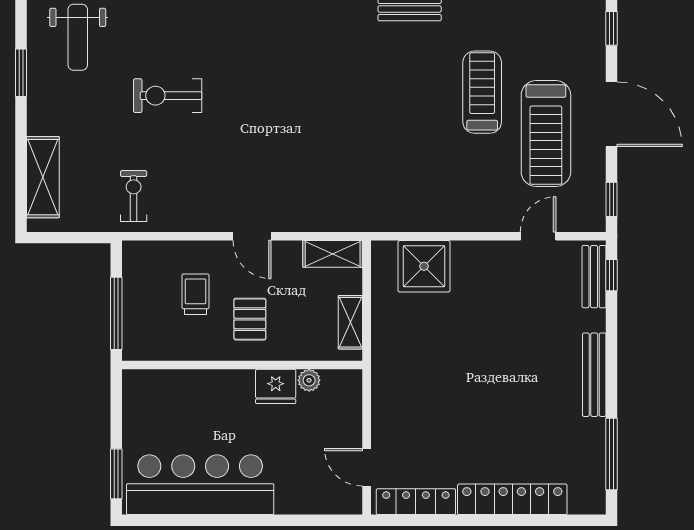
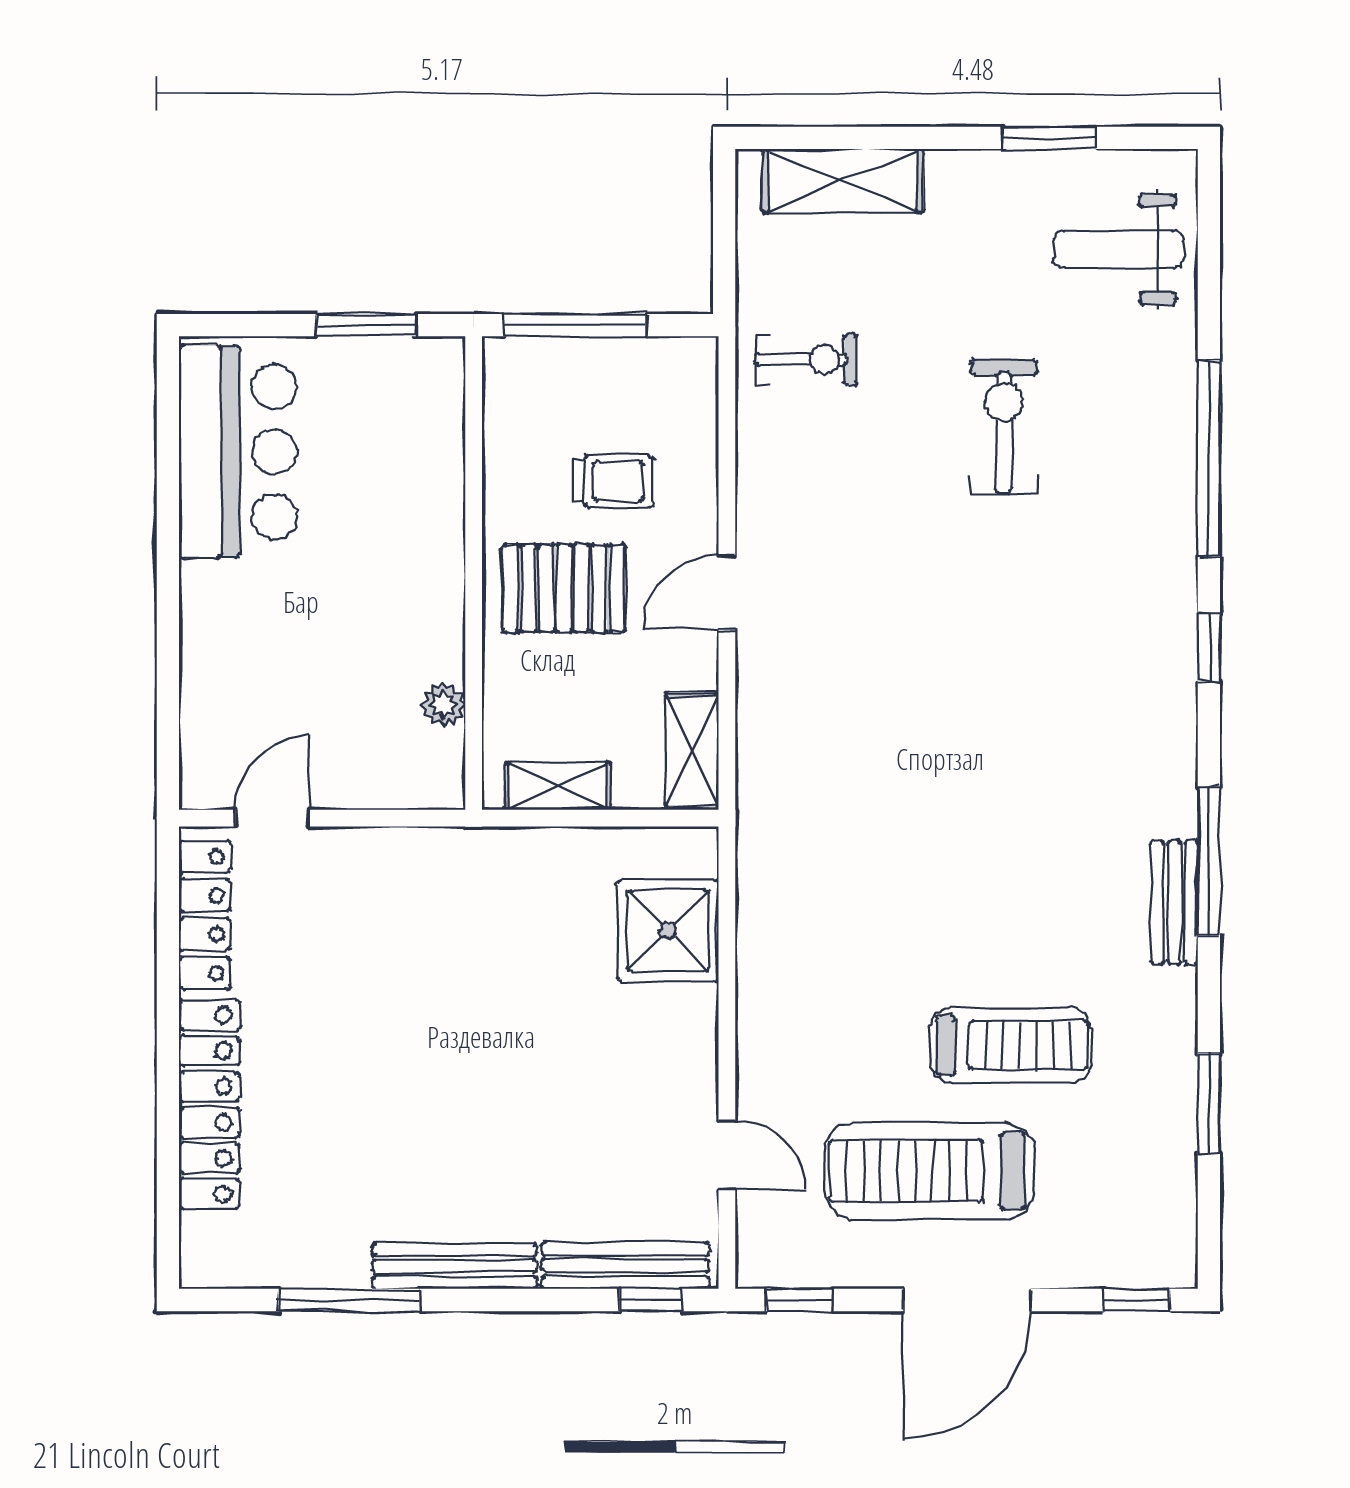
bench: (594, 277) -> (625, 1265), width x1.36
pallet: (250, 319) -> (564, 588), width x1.50, depth x1.42
fridge: (276, 386) -> (431, 639), removed
window: (612, 454) -> (349, 1300), moved
window: (116, 474) -> (366, 325), moved
bar counter: (200, 485) -> (238, 452), width x0.73

